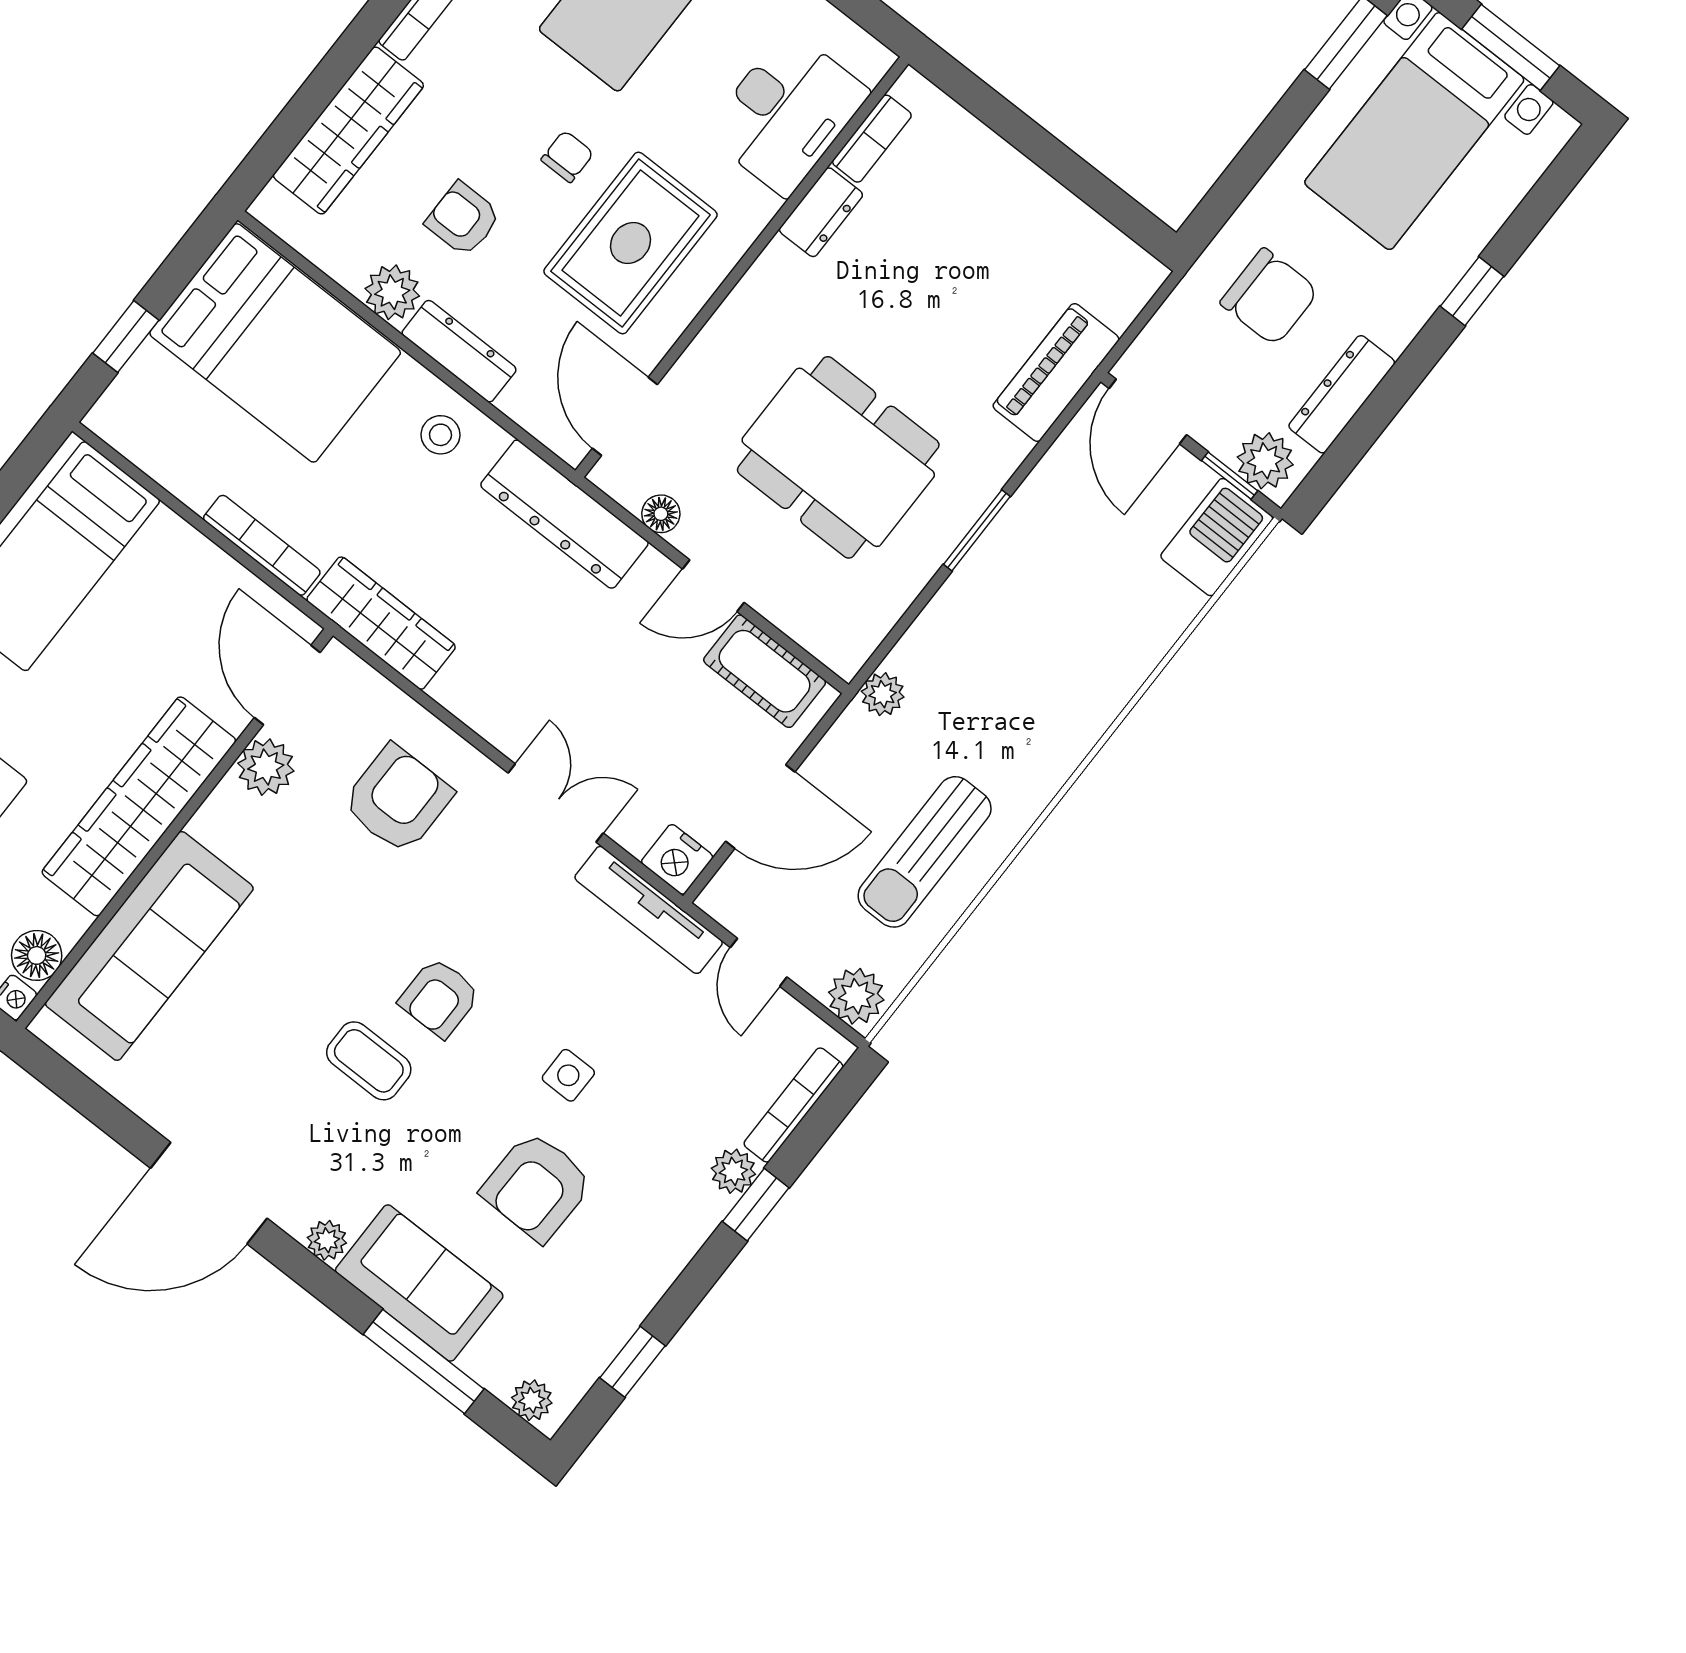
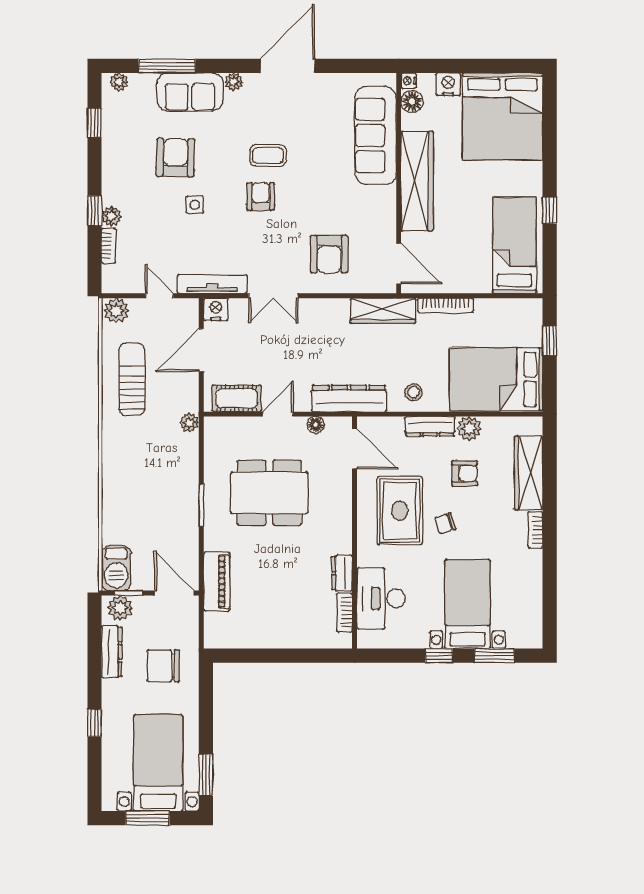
chair: (567, 156) -> (445, 523), turned 72
plant: (266, 767) -> (384, 229), removed
bookcase: (793, 1105) -> (109, 246), width x0.64

